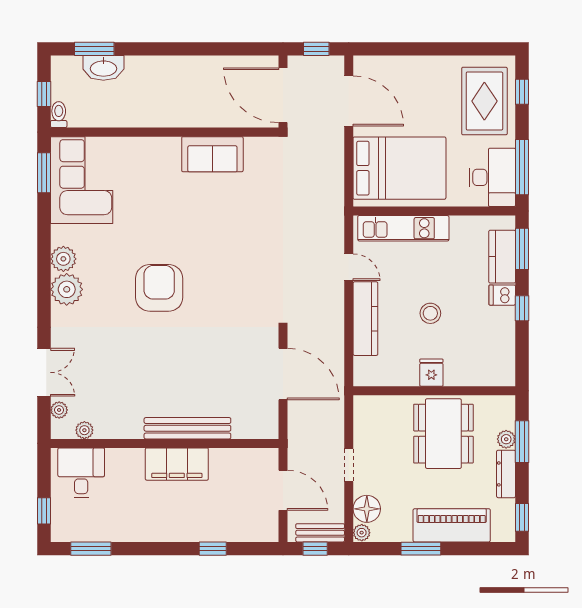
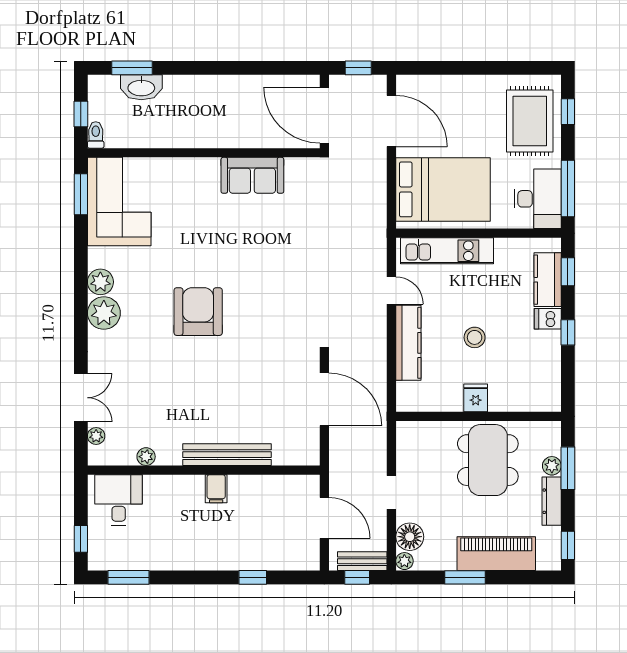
window: (522, 249) -> (568, 272), width x0.67
plant: (84, 430) -> (146, 457), moved
filing cabinet: (177, 464) -> (216, 489), width x0.33, depth x0.86

